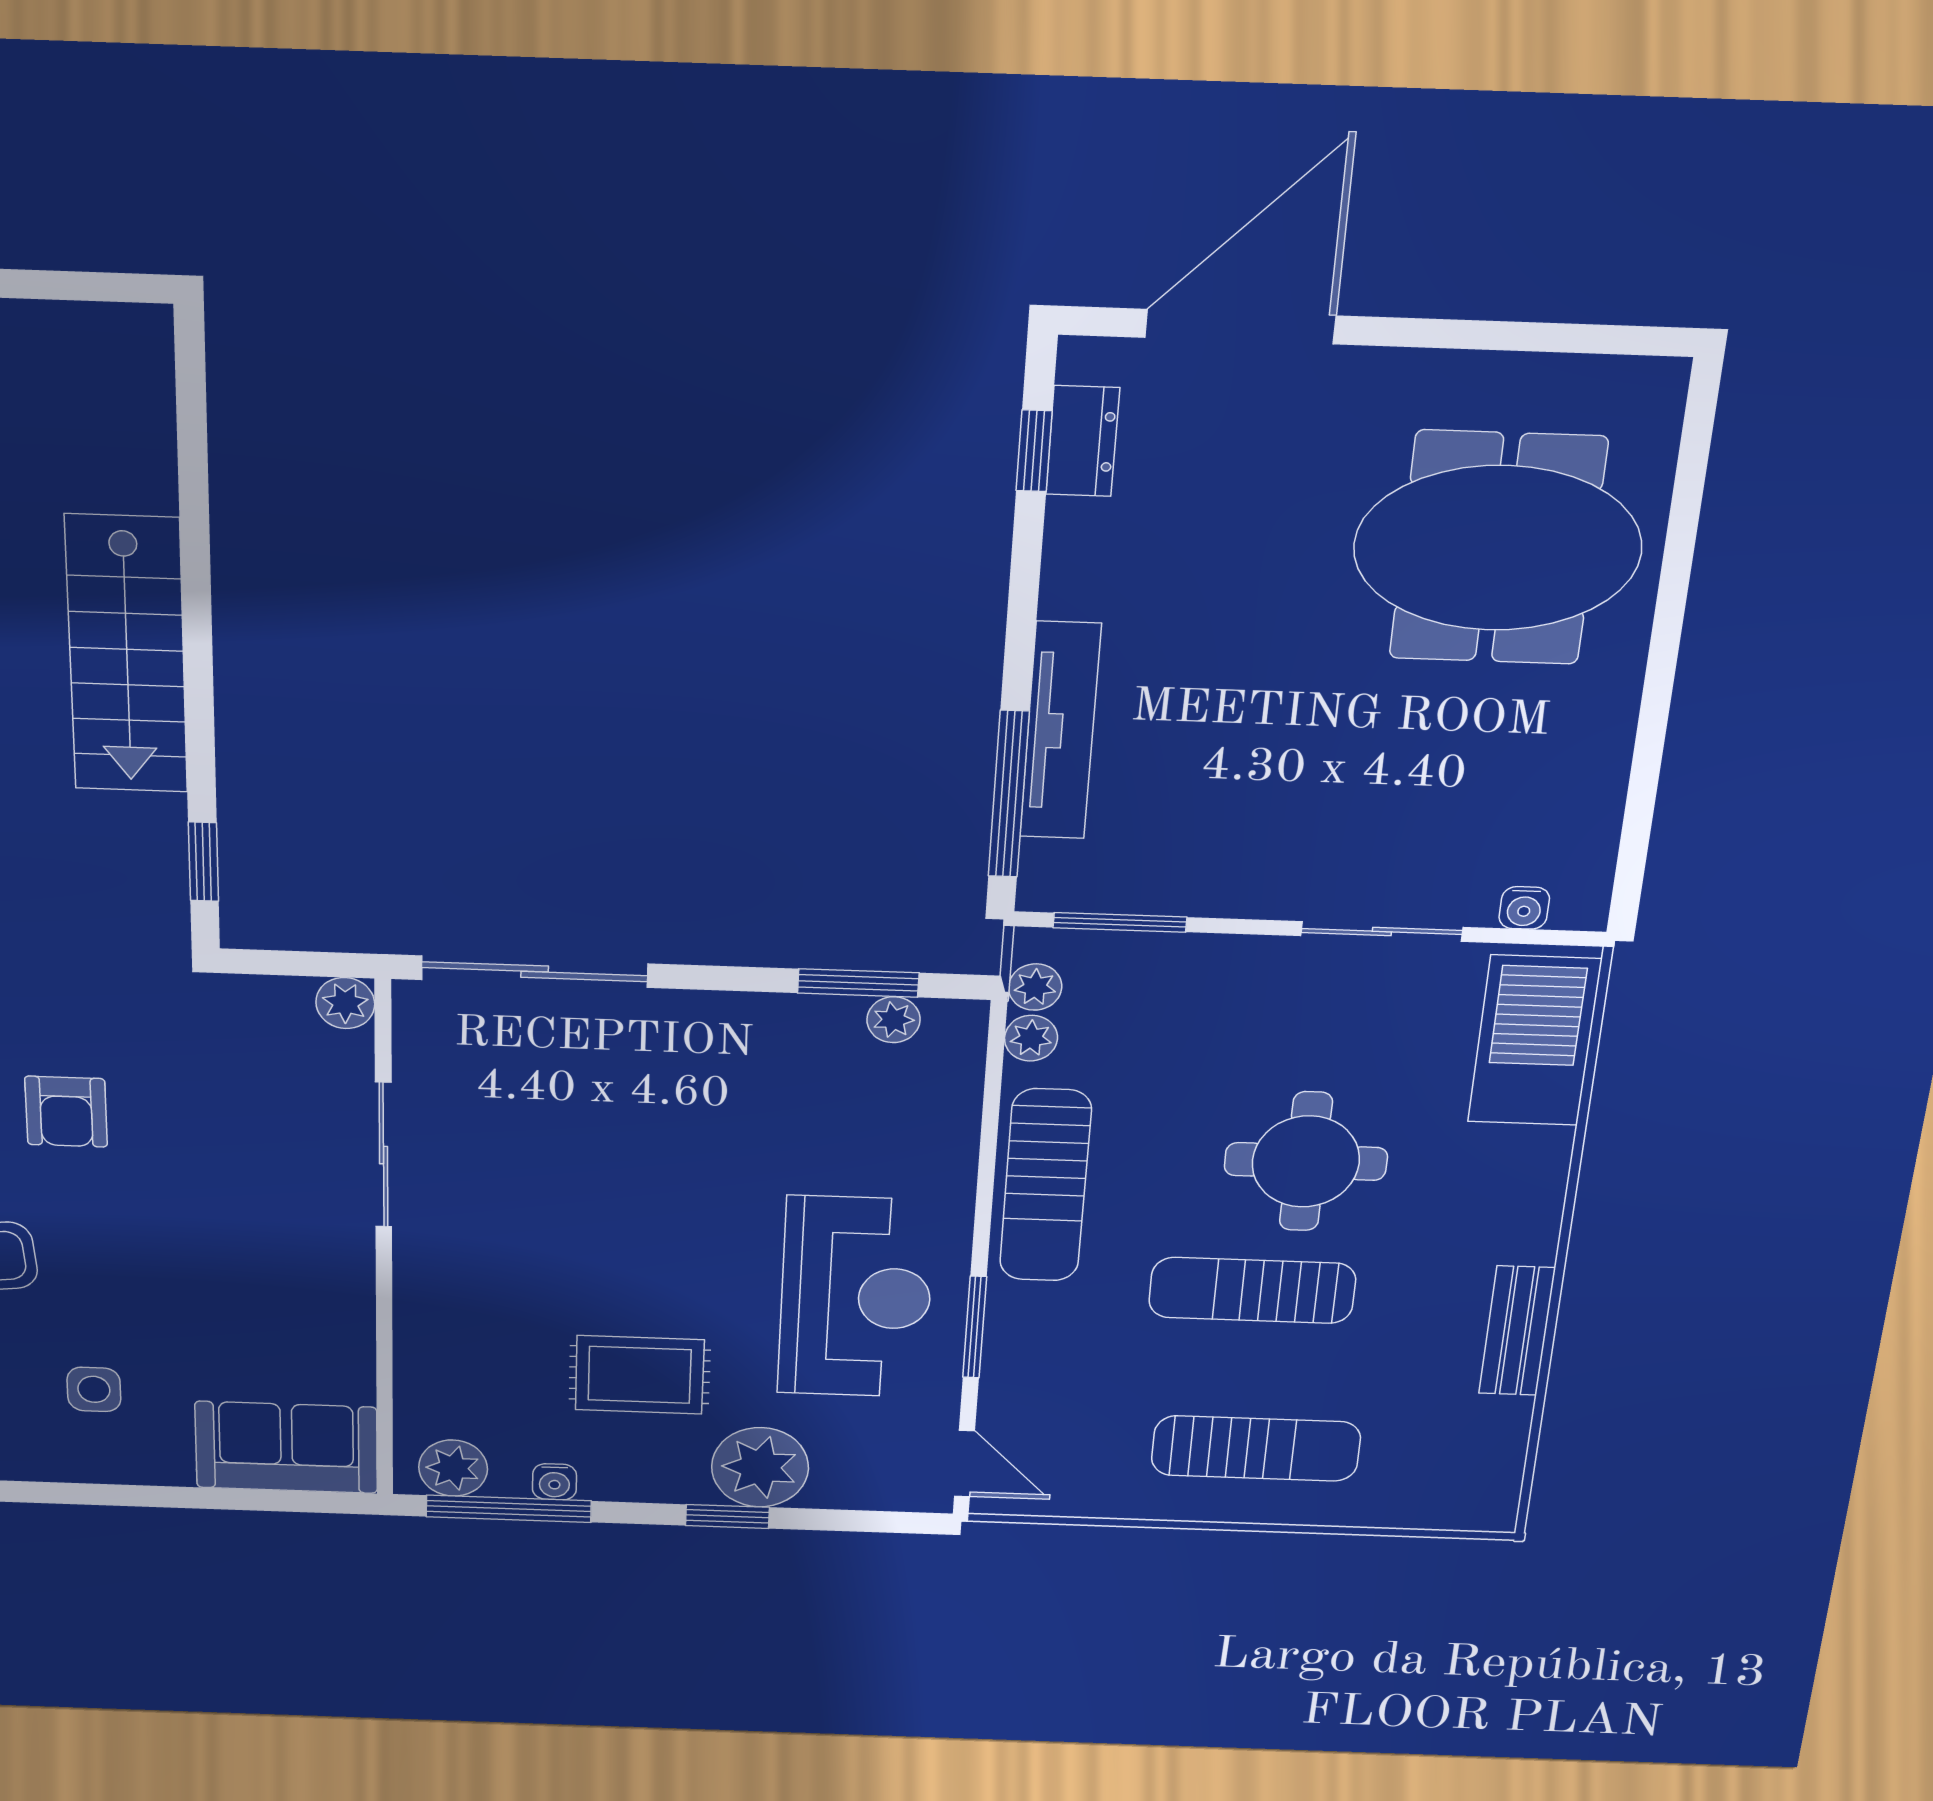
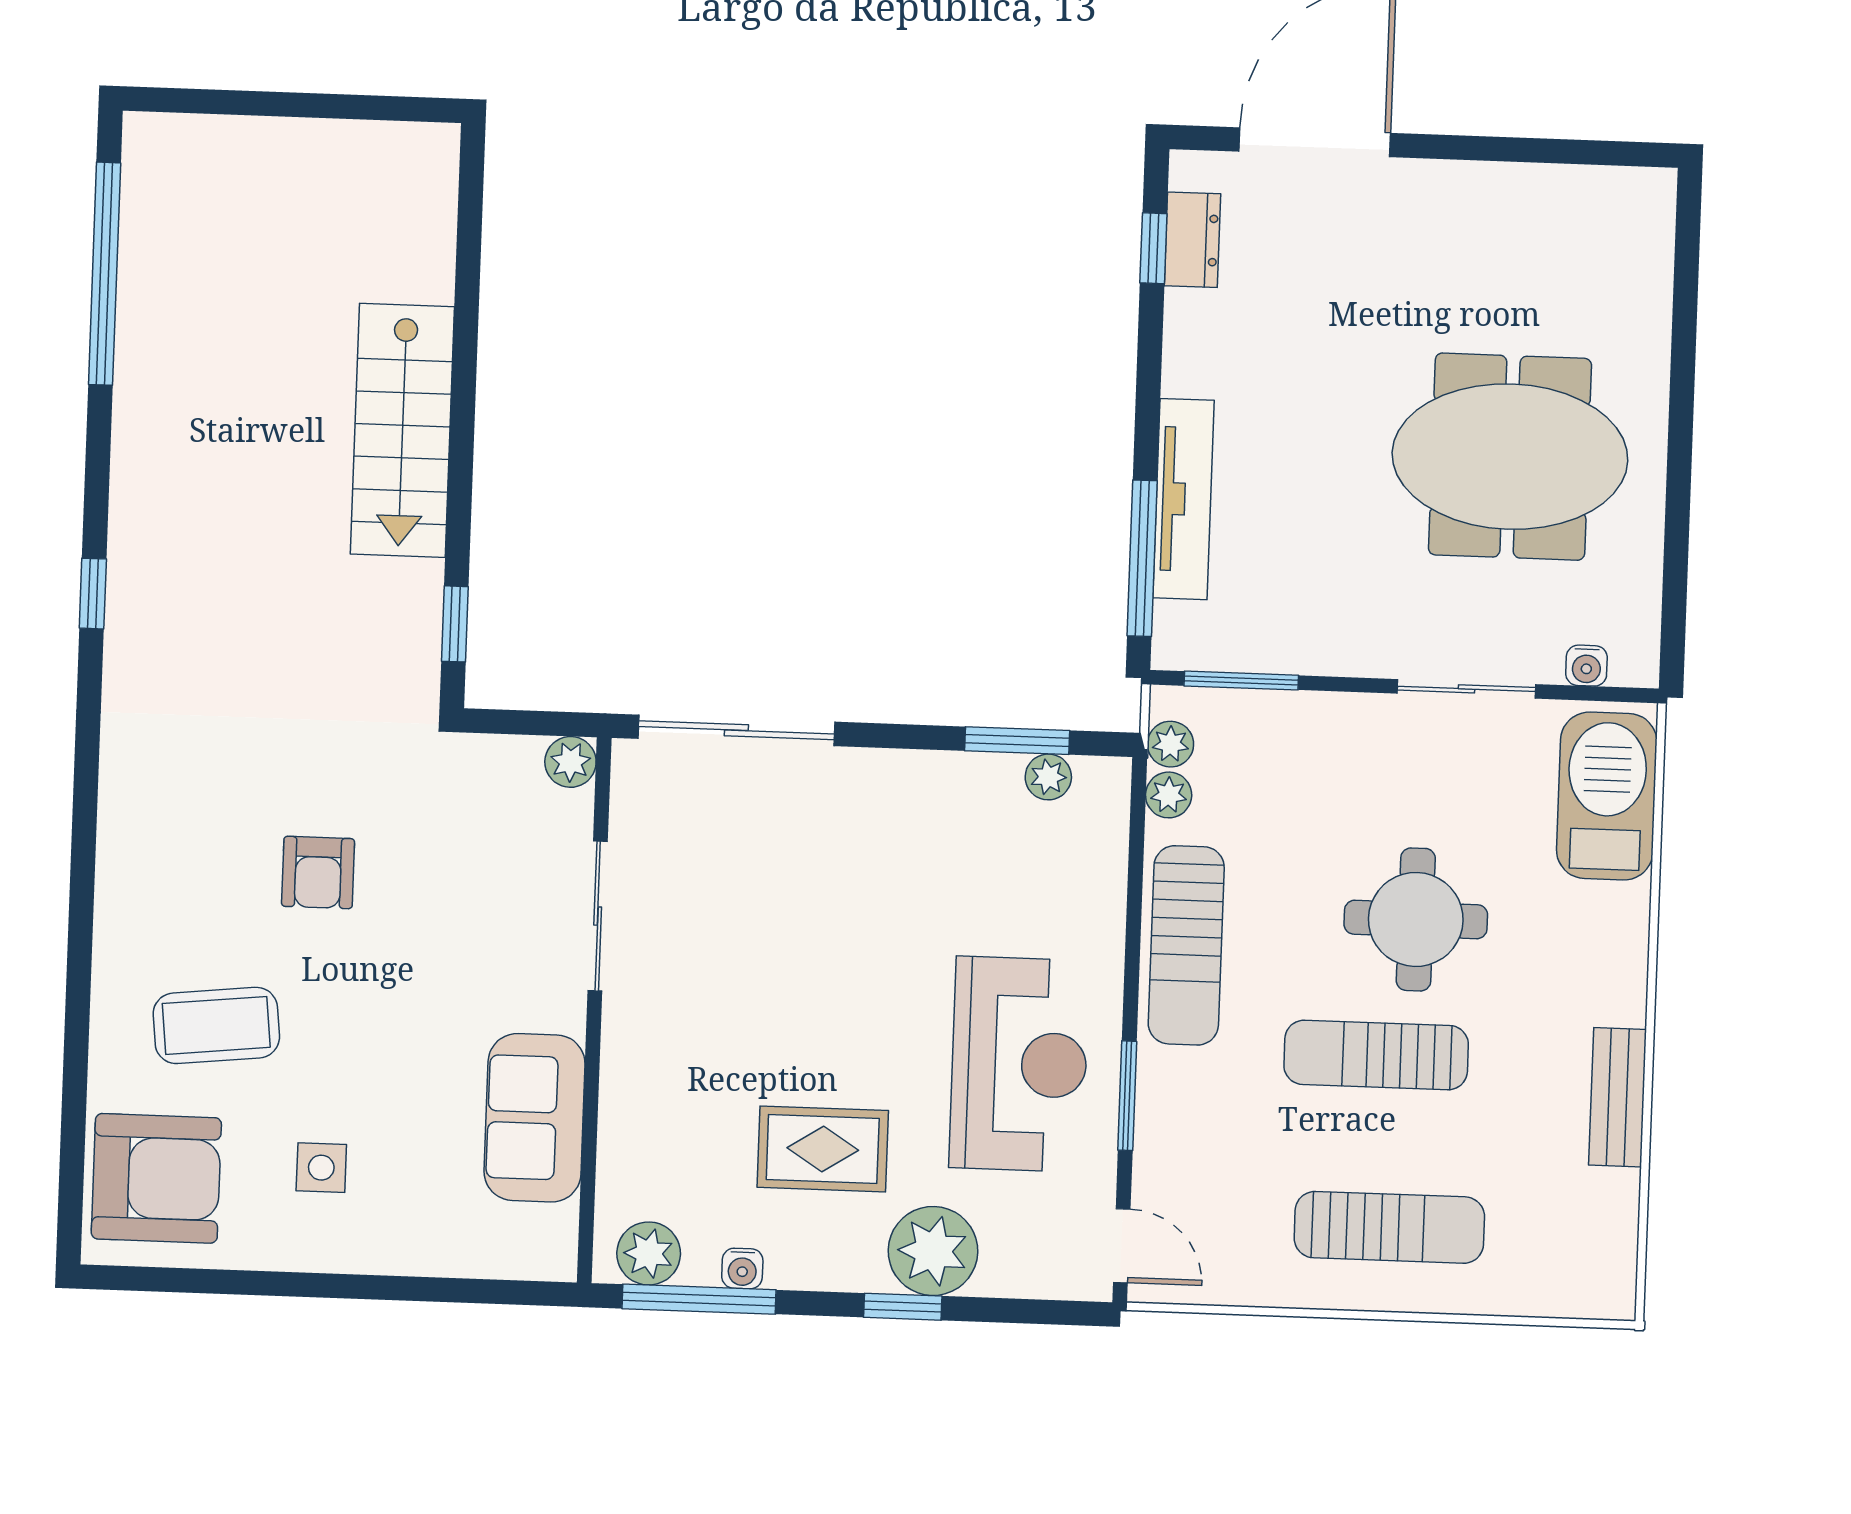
meeting table: (1498, 548) -> (1510, 457), moved
sofa: (286, 1447) -> (535, 1118), moved, turned -90

